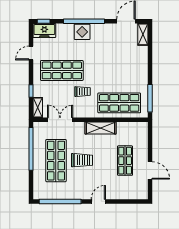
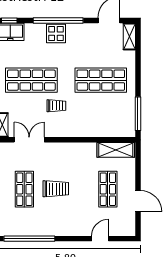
shop shelf: (119, 103) -> (101, 80), moved
shelving: (100, 128) -> (116, 150), moved
shop shelf: (56, 161) -> (24, 189), width x0.70, depth x0.74
door: (98, 201) -> (100, 239), moved

